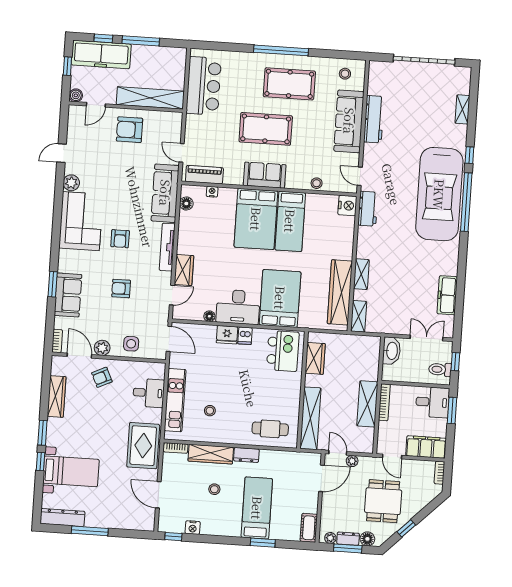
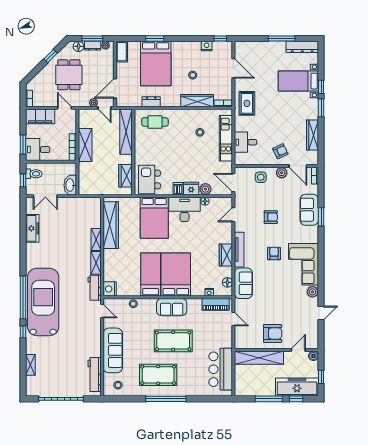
workbench: (374, 119) -> (95, 374), moved
sofa: (165, 193) -> (243, 283), width x0.73
wardrobe: (184, 270) -> (226, 255), moved
shelving: (359, 316) -> (96, 263), moved
plant: (208, 333) -> (205, 189), added
rug: (143, 446) -> (247, 103), width x0.73, depth x0.70
dresser: (246, 455) -> (151, 102), moved
bed: (257, 508) -> (156, 63), width x1.50

